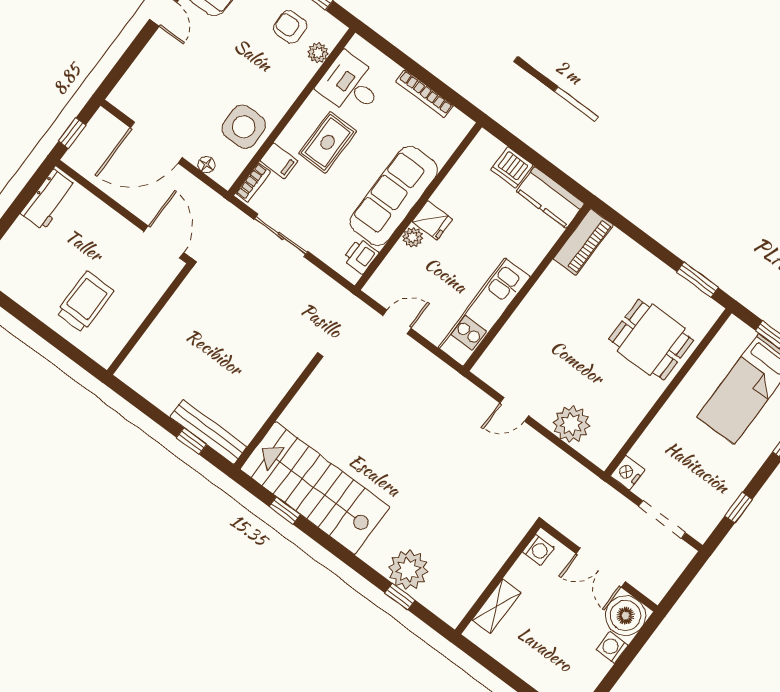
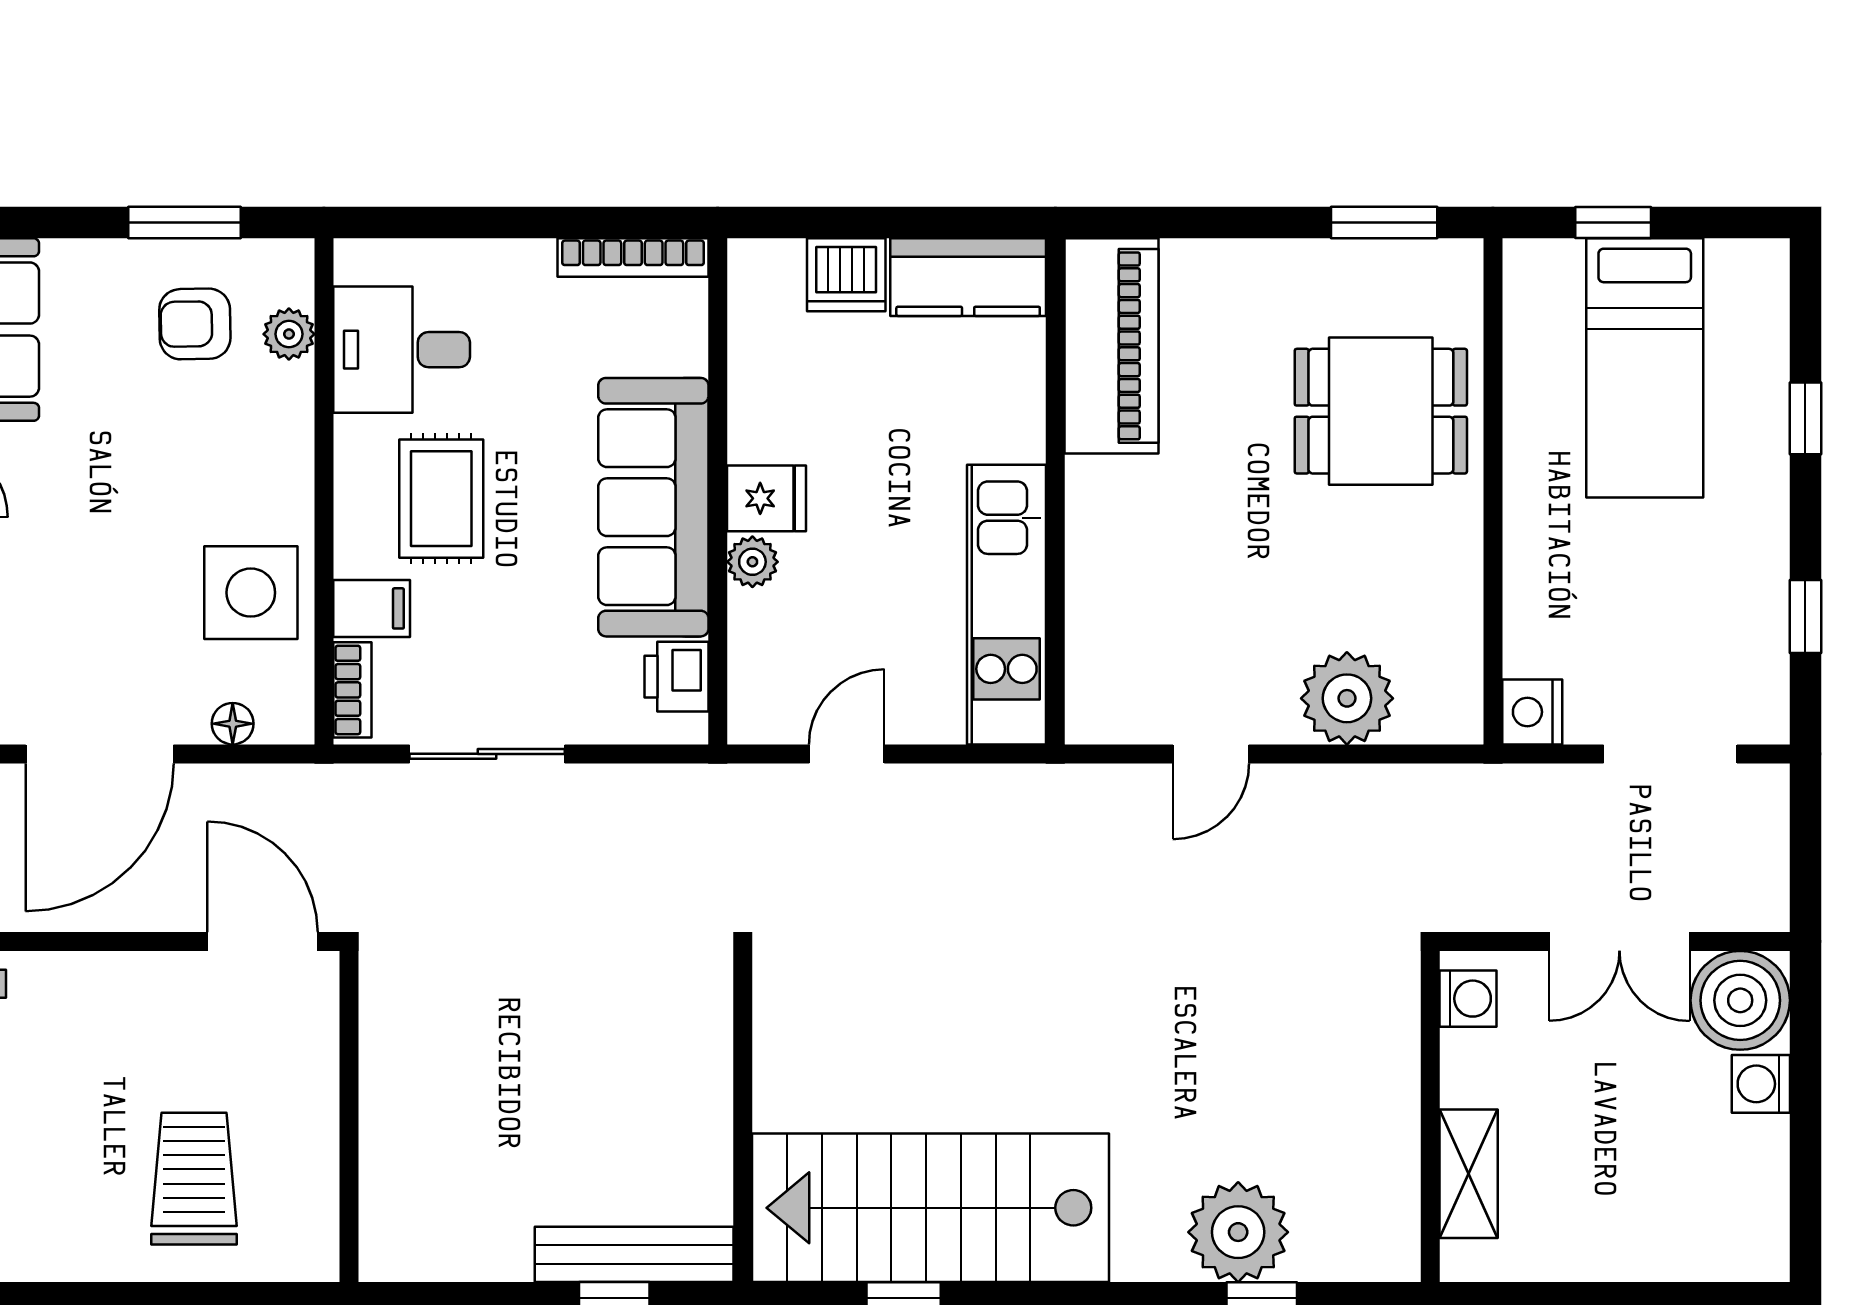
bookcase: (425, 94) -> (633, 257), moved
piano: (583, 242) -> (1111, 346), width x1.37, depth x1.33

